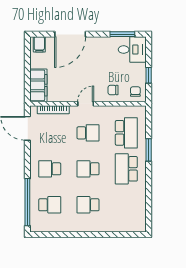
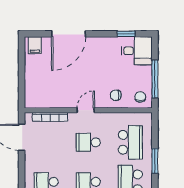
window: (122, 34) -> (126, 34), width x0.67
window: (149, 75) -> (155, 79), width x2.17
filing cabinet: (38, 85) -> (34, 90), removed
school desk: (88, 133) -> (88, 142), turned 180

